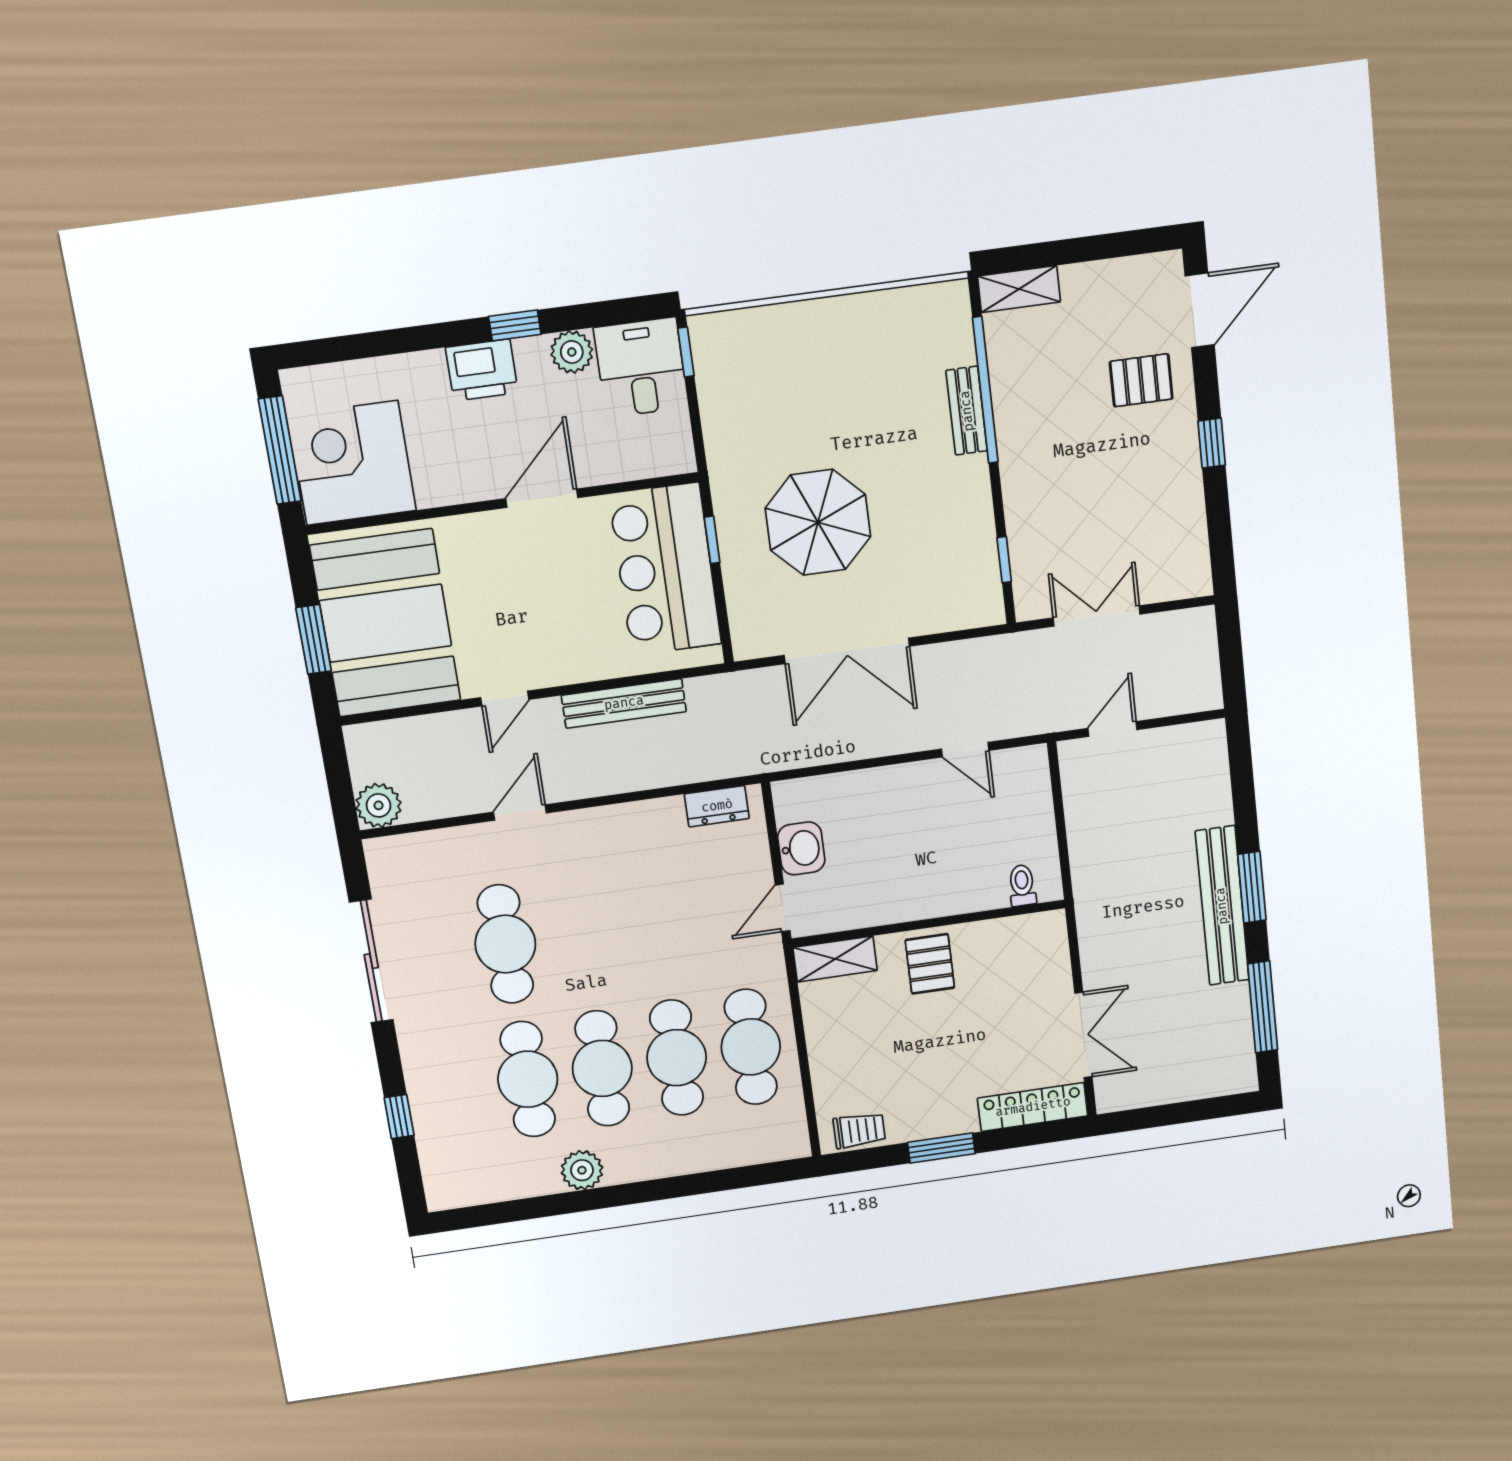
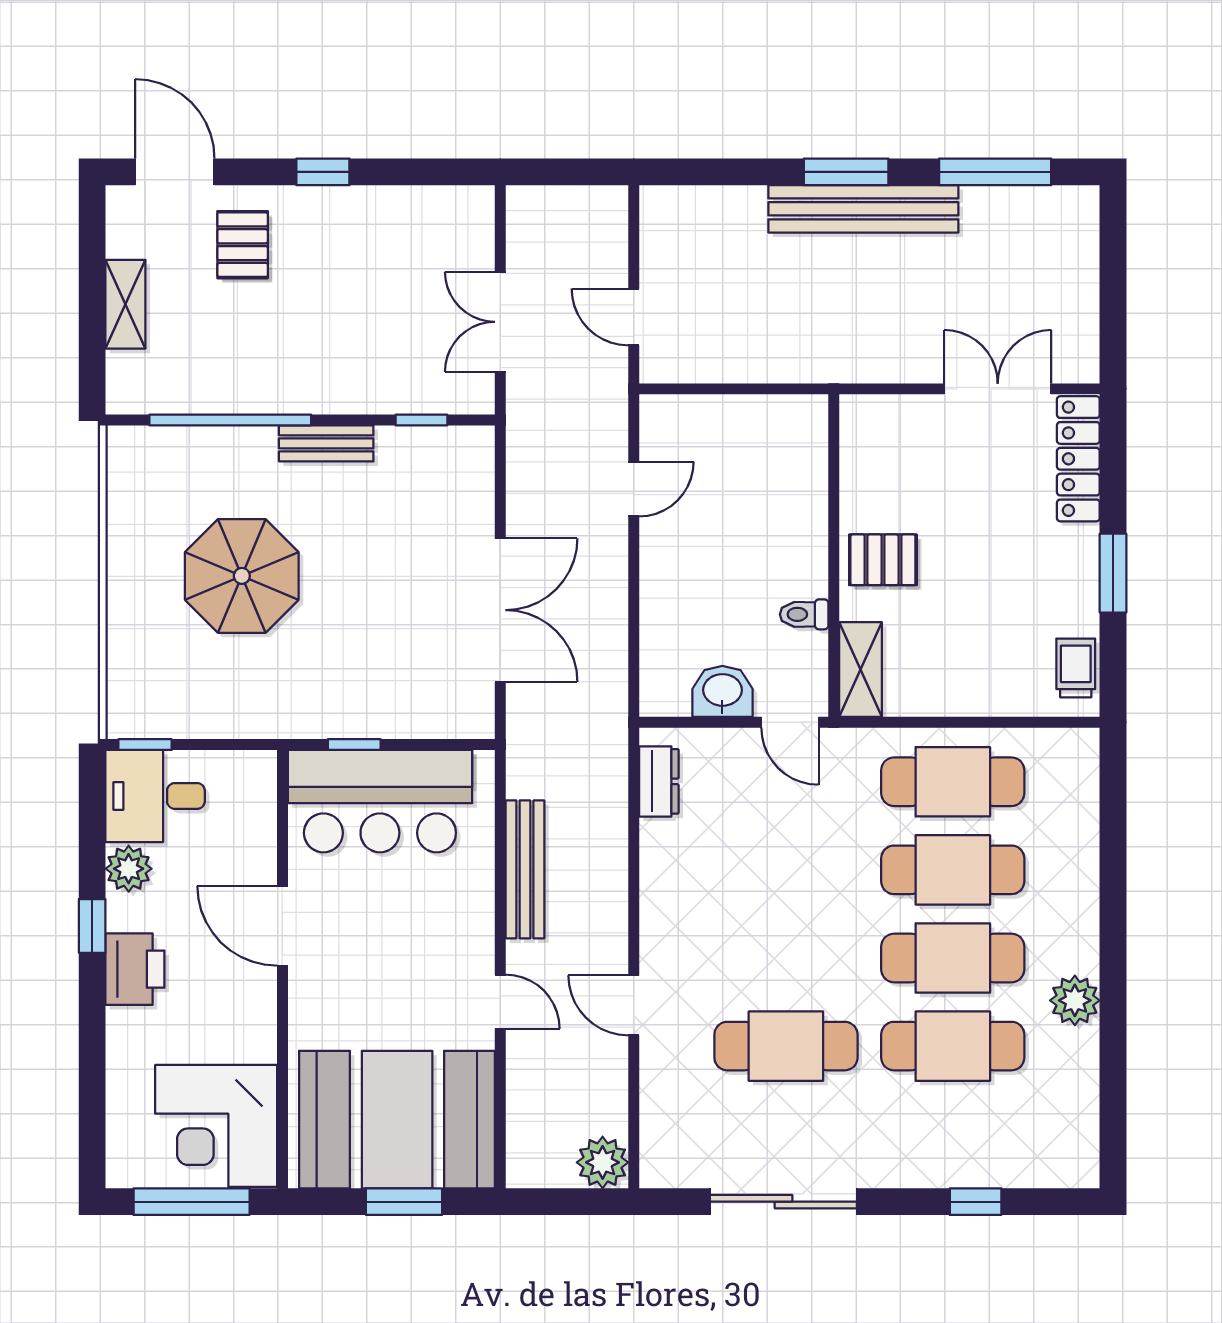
shelving: (1019, 289) -> (125, 304), moved
bench: (967, 411) -> (326, 443), moved
parasol: (818, 522) -> (242, 576), moved
toilet: (1022, 885) -> (804, 614), moved

